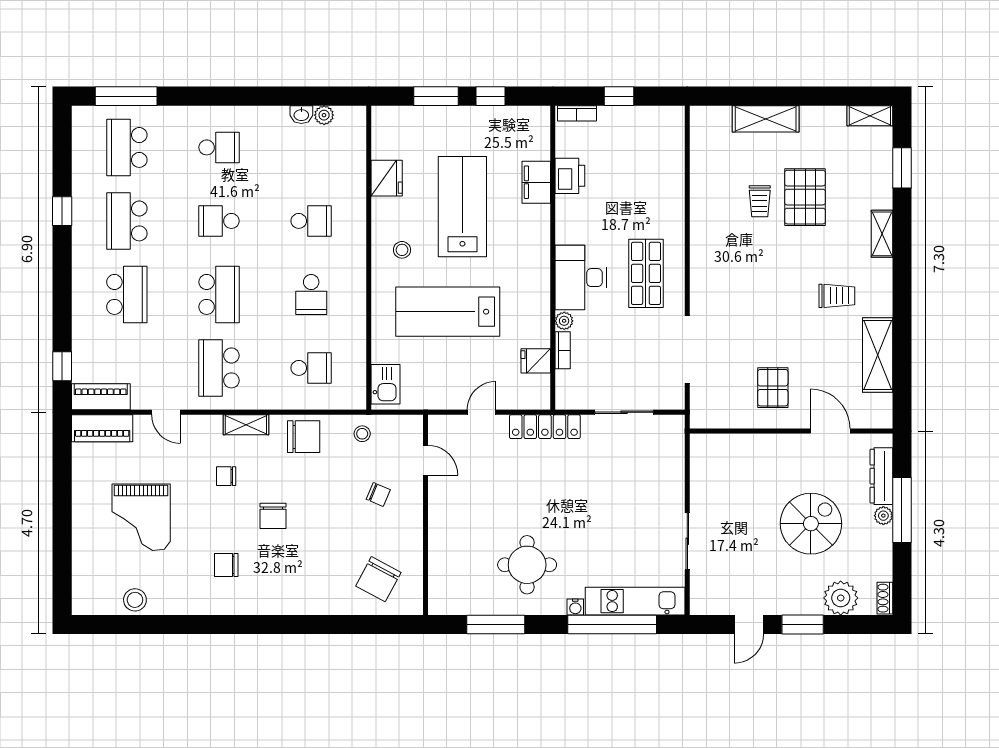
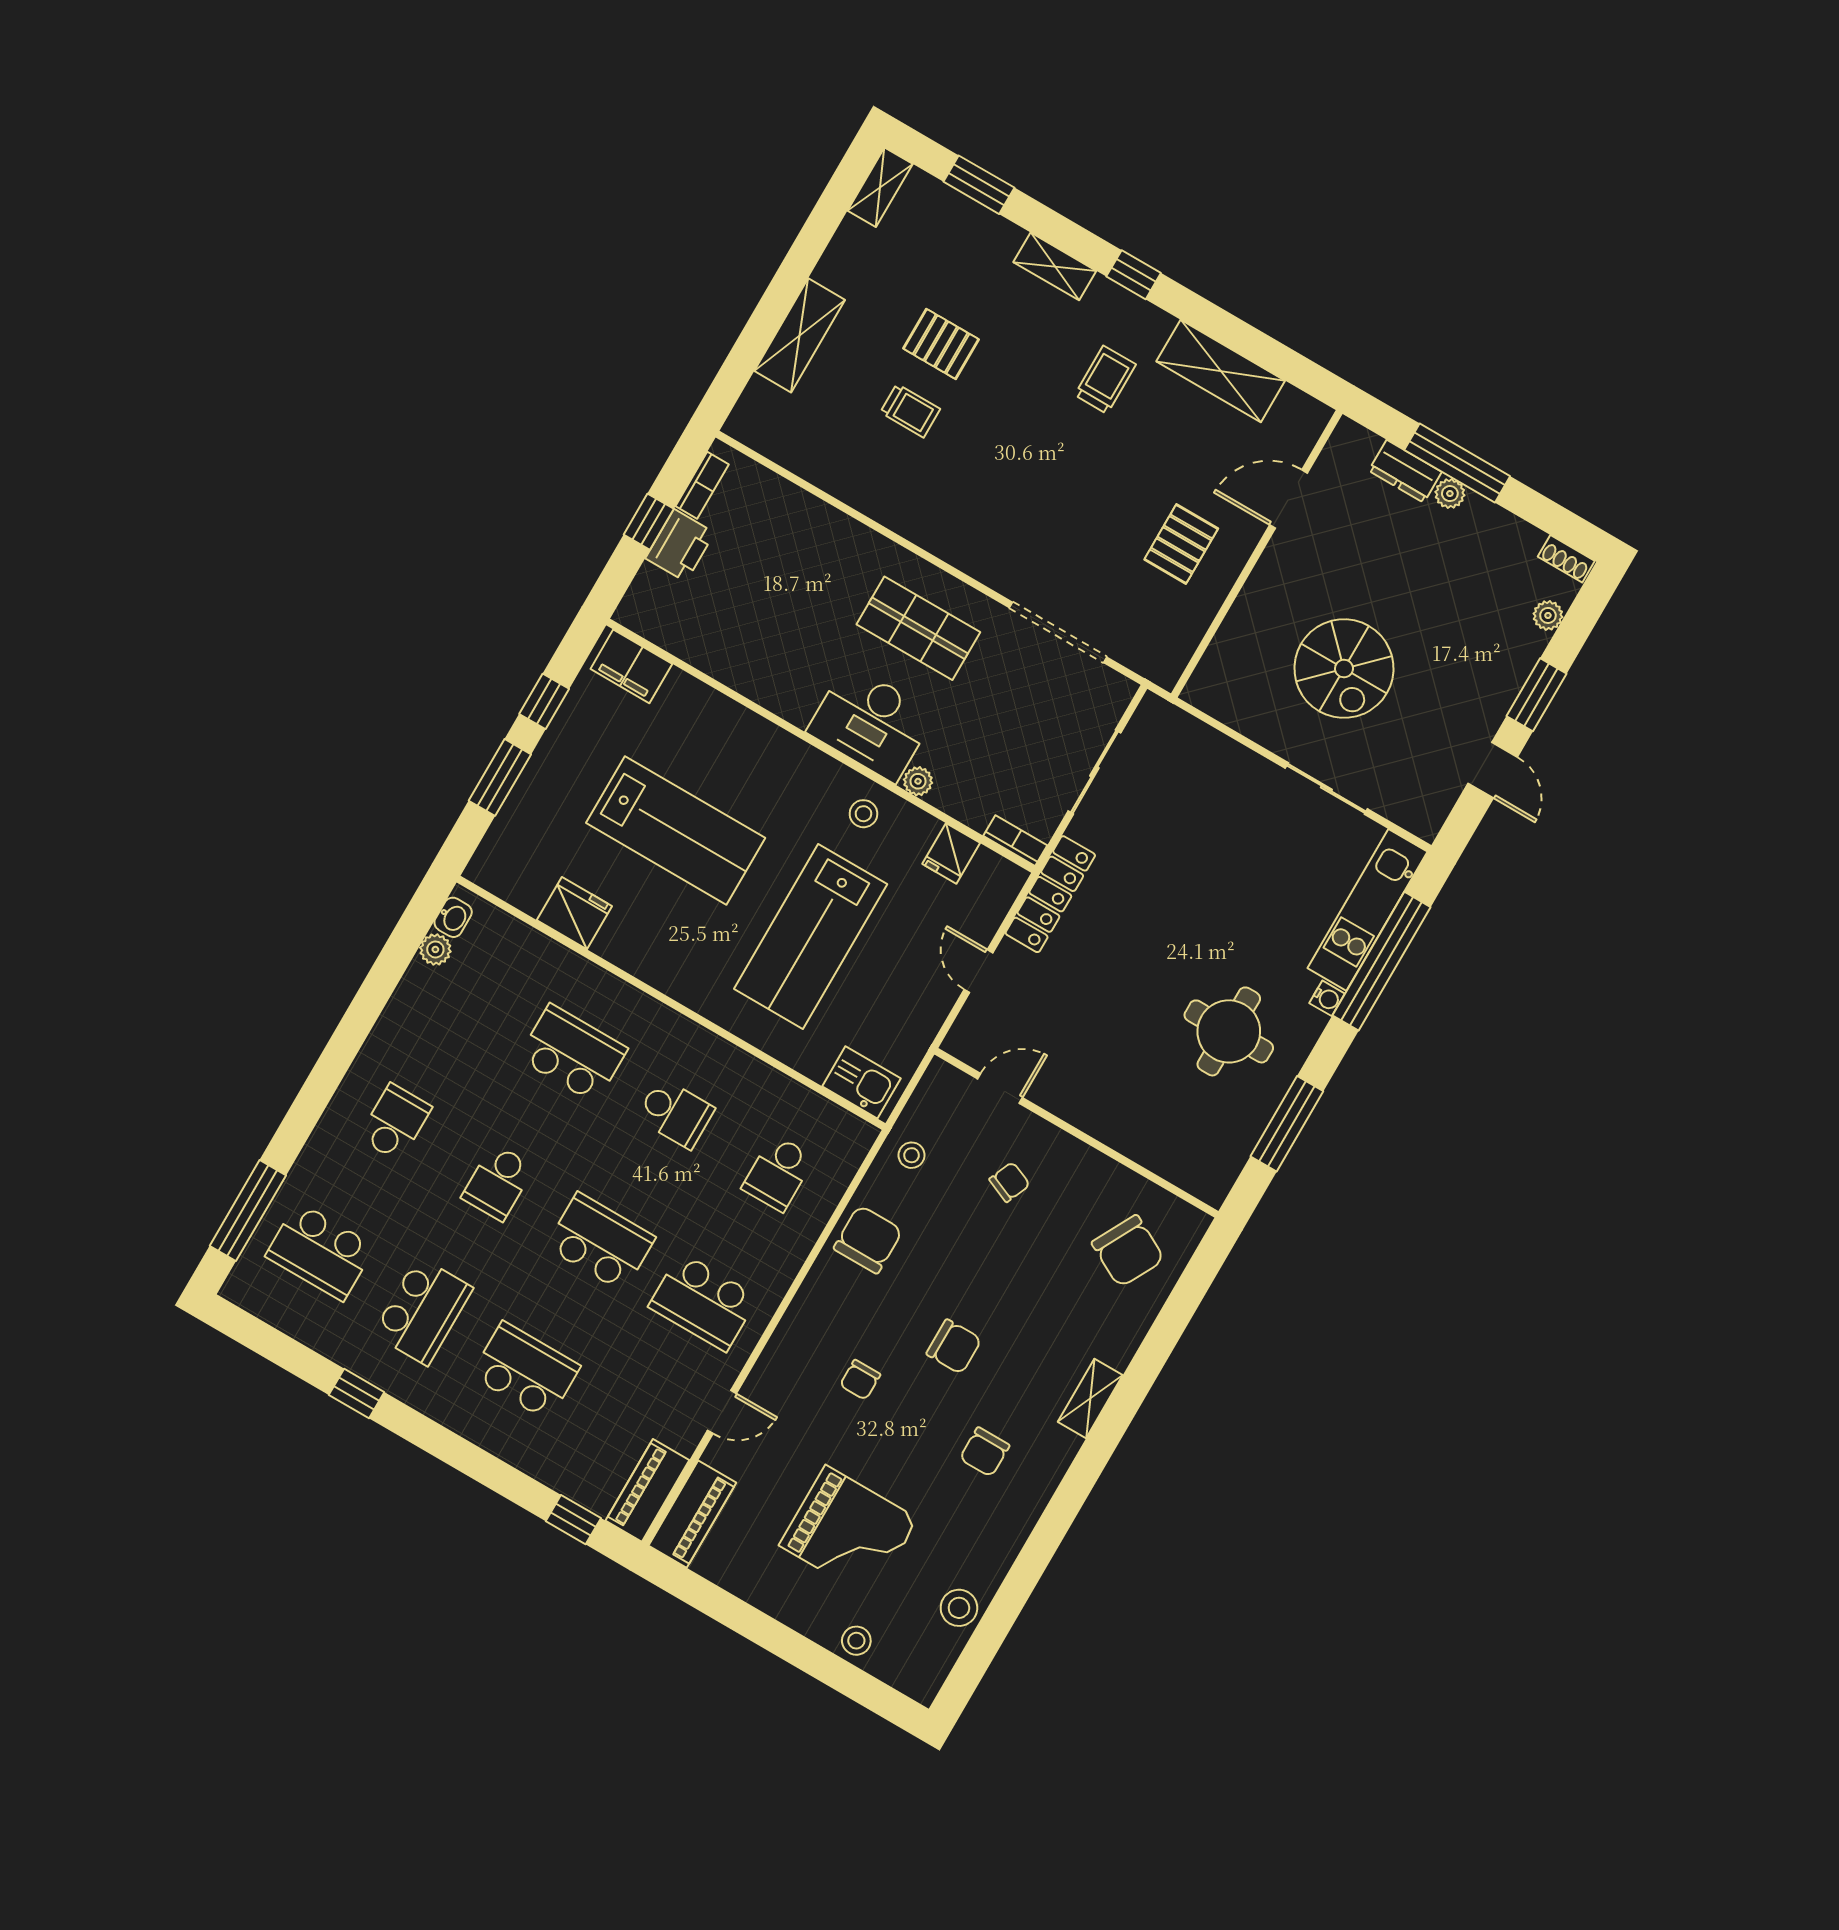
bookcase: (577, 113) -> (702, 485), moved
washbasin: (301, 115) -> (453, 917), moved
printer: (570, 176) -> (680, 545), moved, turned 90
filing cabinet: (536, 182) -> (631, 666), moved
pallet: (805, 197) -> (941, 344), width x0.67, depth x0.71
lab bench: (462, 207) -> (676, 830), turned 180
school desk: (127, 221) -> (423, 1311), turned -90
school desk: (311, 221) -> (573, 1053), width x1.85
stool: (402, 250) -> (863, 814), moved
window: (902, 278) -> (1134, 275), added
bookcase: (563, 350) -> (1015, 841), moved
school desk: (311, 368) -> (778, 1173), turned 180
pallet: (773, 388) -> (1181, 544), turned 90
shelving: (246, 425) -> (1090, 1399), moved
dresser: (881, 476) -> (1405, 471), width x0.70
spiral stairs: (811, 524) -> (1344, 669), moved, turned 180
stool: (85, 555) -> (856, 1641), added
plant: (841, 598) -> (1548, 615), width x0.53, depth x0.53

